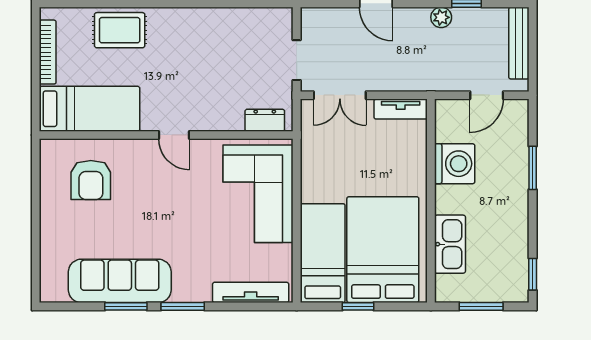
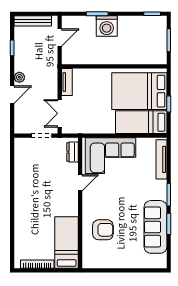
plant: (441, 17) -> (19, 77), moved
rug: (120, 30) -> (26, 227), removed
double door: (340, 95) -> (60, 113), swing flipped
door: (487, 95) -> (60, 38), hinge flipped
door: (174, 135) -> (80, 183), moved
washing machine: (455, 164) -> (107, 26), moved, turned 180
armchair: (91, 180) -> (103, 230), moved
kitchen sink: (450, 244) -> (137, 56), removed

